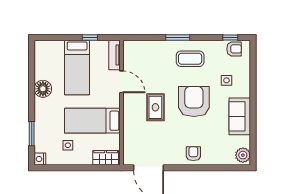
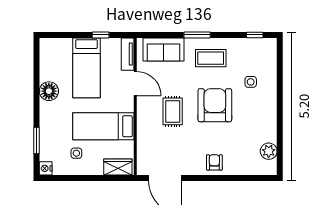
armchair: (234, 49) -> (259, 47), removed
sofa: (240, 116) -> (163, 49), moved, turned -90
plant: (243, 155) -> (269, 151), moved

